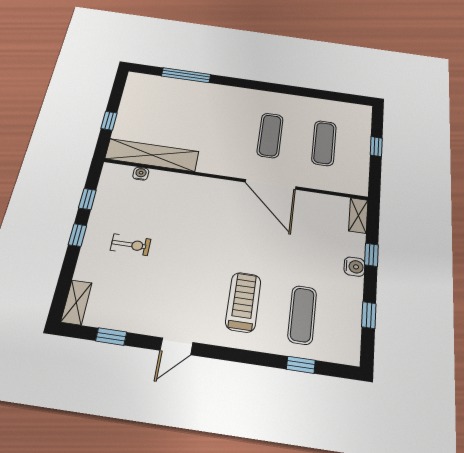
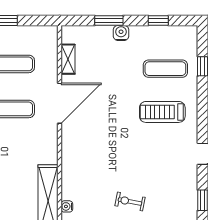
shelving: (358, 215) -> (68, 59), moved, turned 90
exercise bike: (131, 245) -> (130, 201), turned -79
window: (371, 255) -> (109, 21), width x1.50

